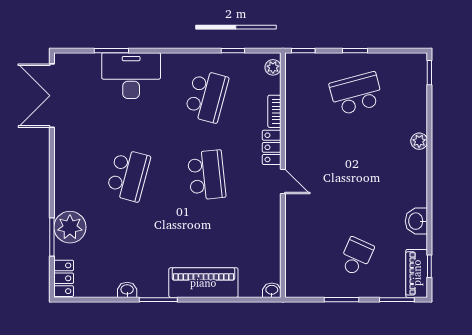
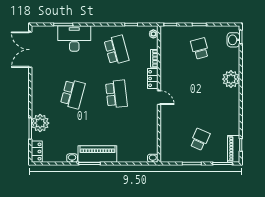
school desk: (356, 94) -> (200, 48), width x0.54
school desk: (207, 96) -> (116, 50), turned -30
plant: (419, 141) -> (231, 79), width x1.88, depth x1.88
washbasin: (416, 221) -> (233, 40), moved
piano: (203, 283) -> (97, 154), moved

